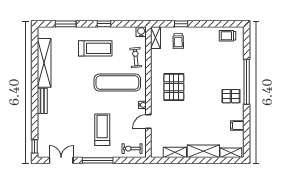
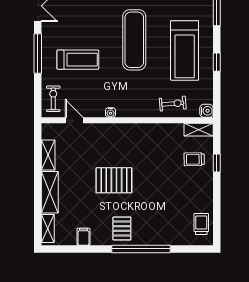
treadmill: (95, 48) -> (185, 50), width x1.37, depth x1.38
exercise mat: (117, 83) -> (134, 40), moved
pallet: (174, 87) -> (114, 180), moved
door: (148, 121) -> (74, 120), moved

